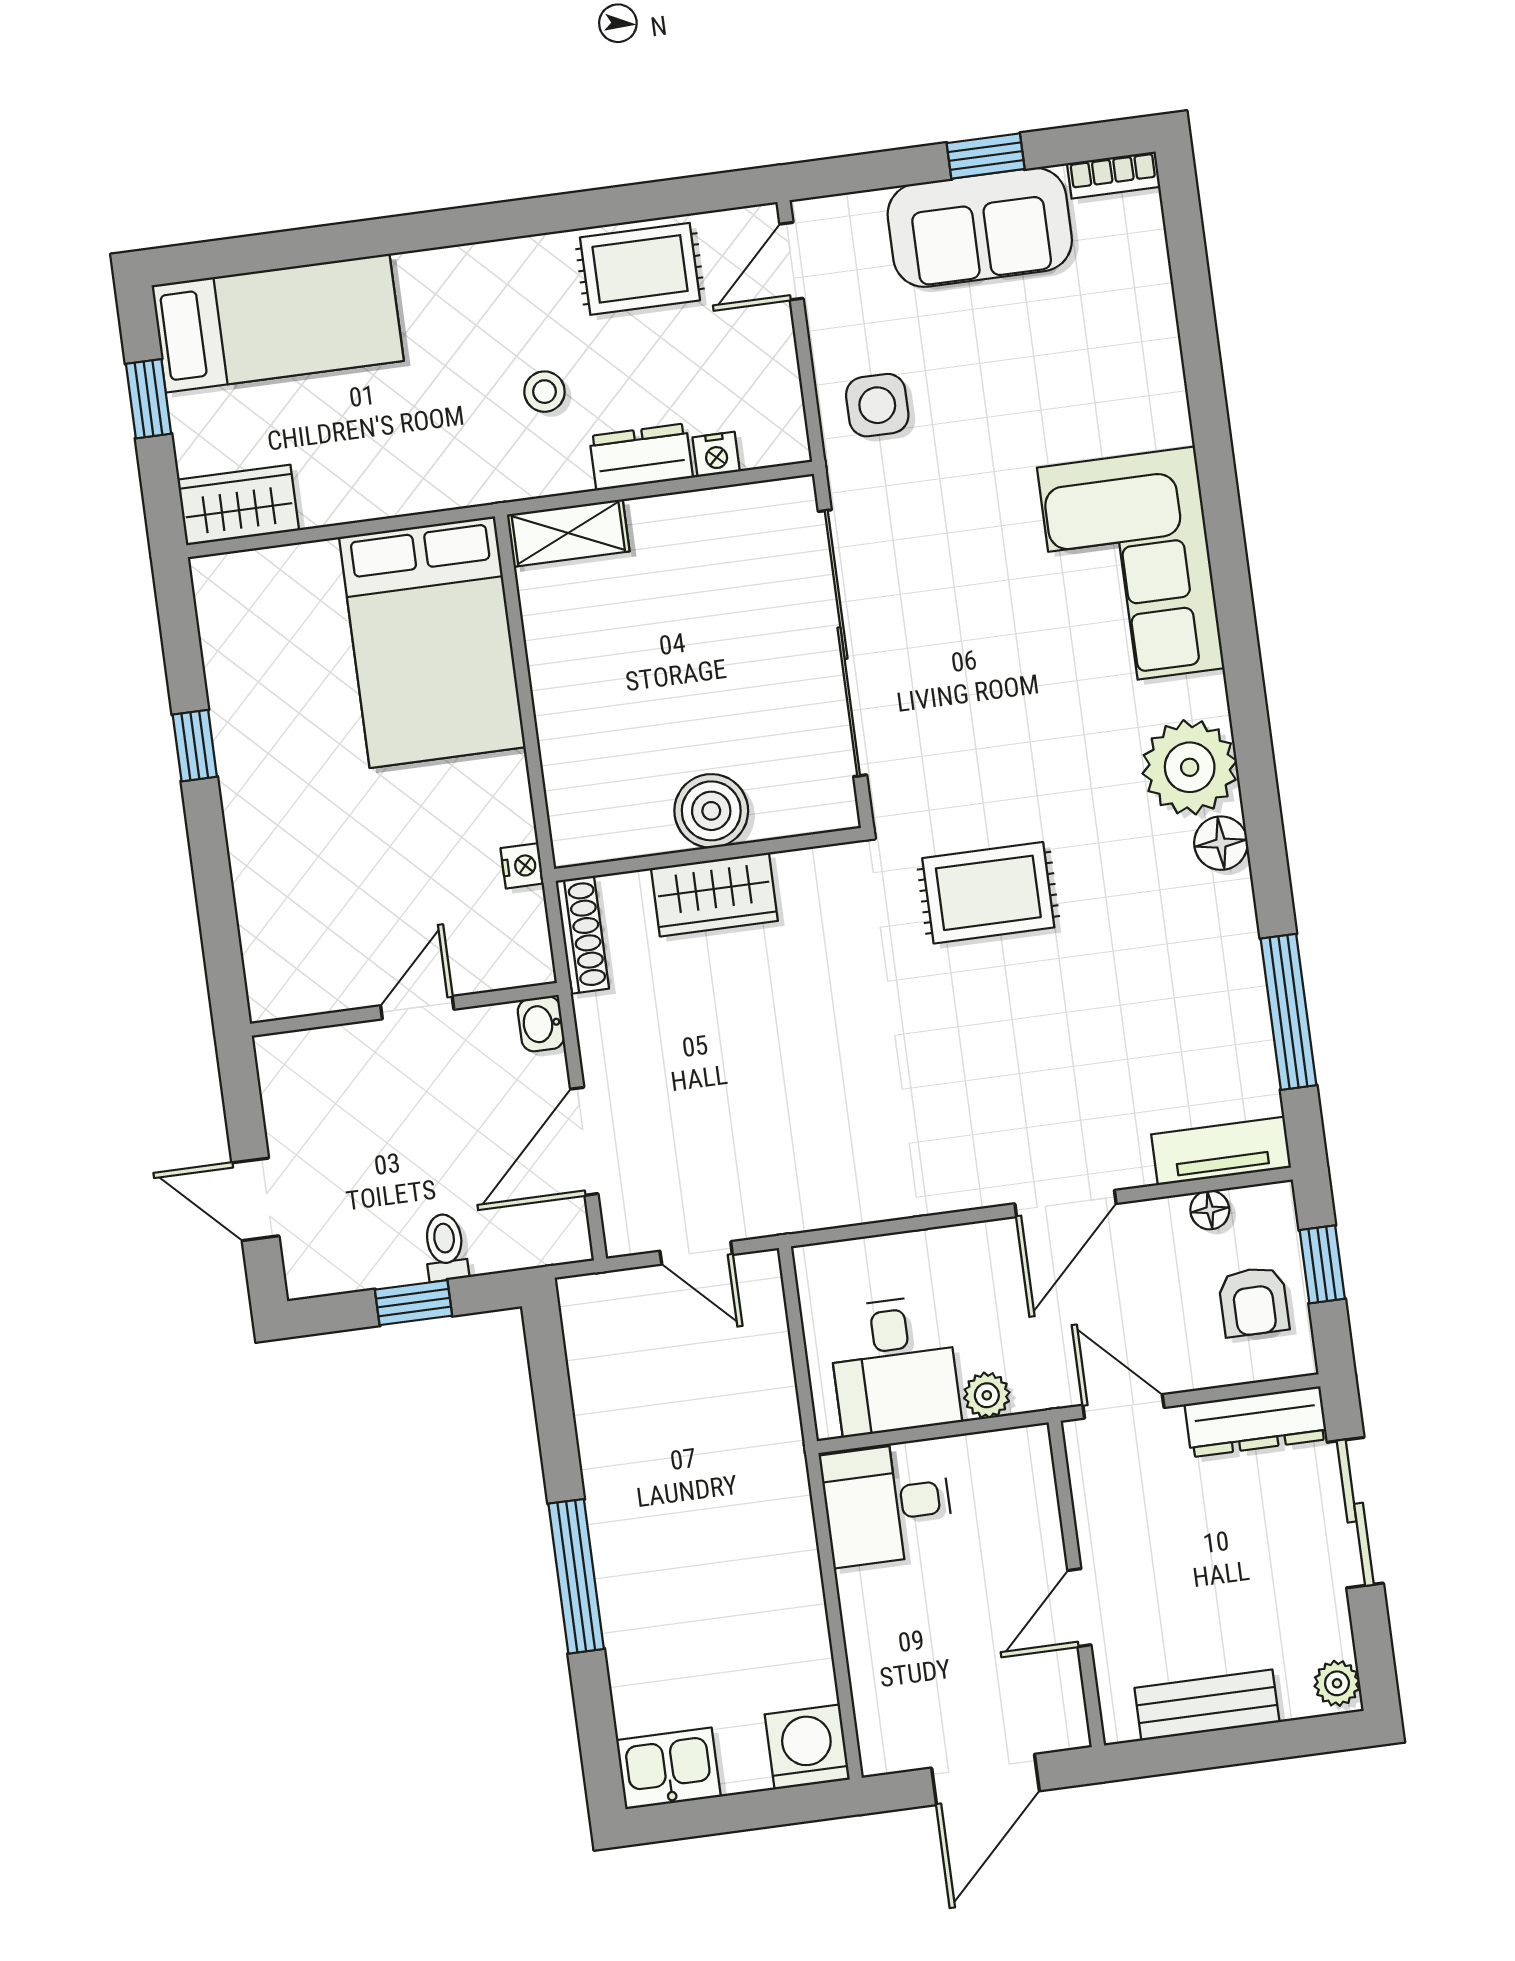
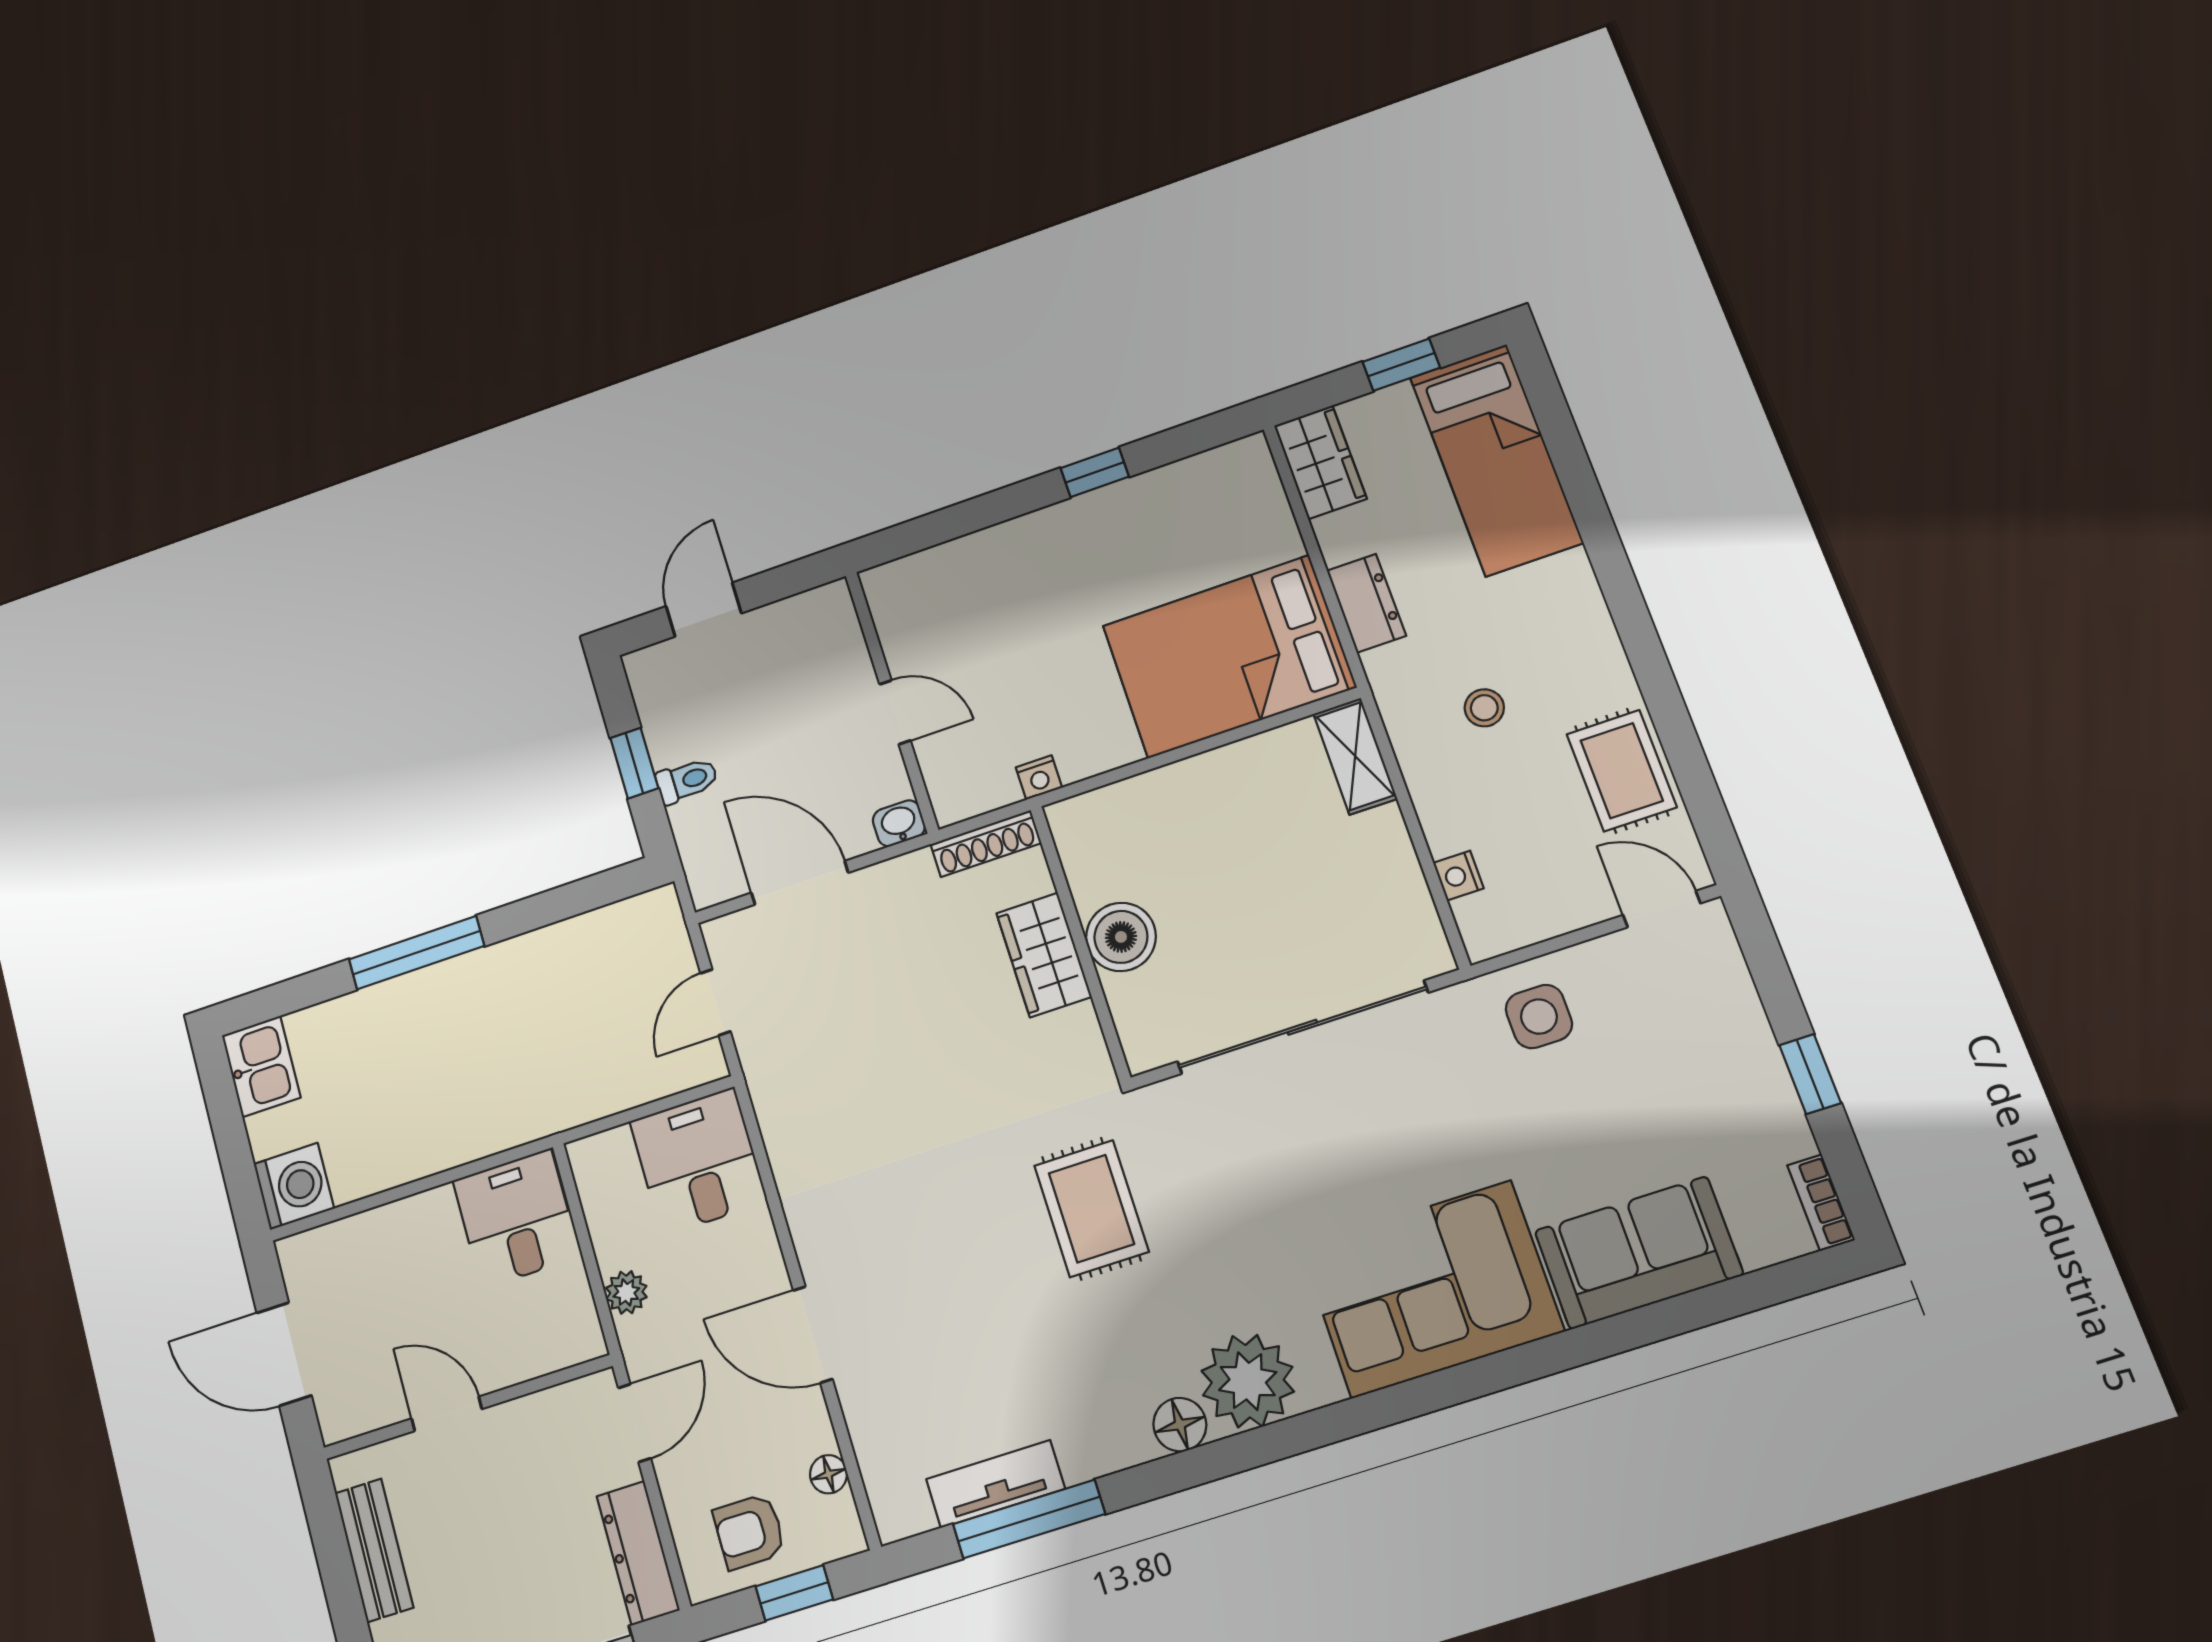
sofa: (980, 227) -> (1639, 1253), moved, turned 90
dresser: (641, 457) -> (1366, 603), moved
tv unit: (1221, 1151) -> (995, 1484), moved, turned -90
desk: (894, 1365) -> (698, 1161), moved, turned 90

